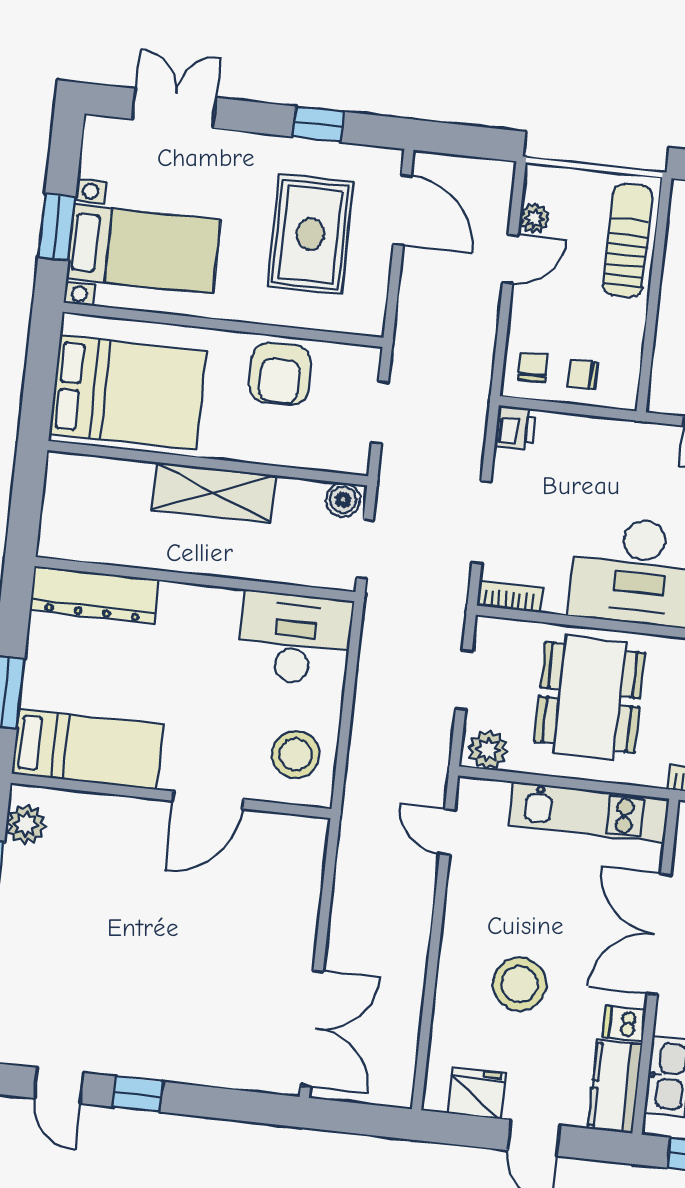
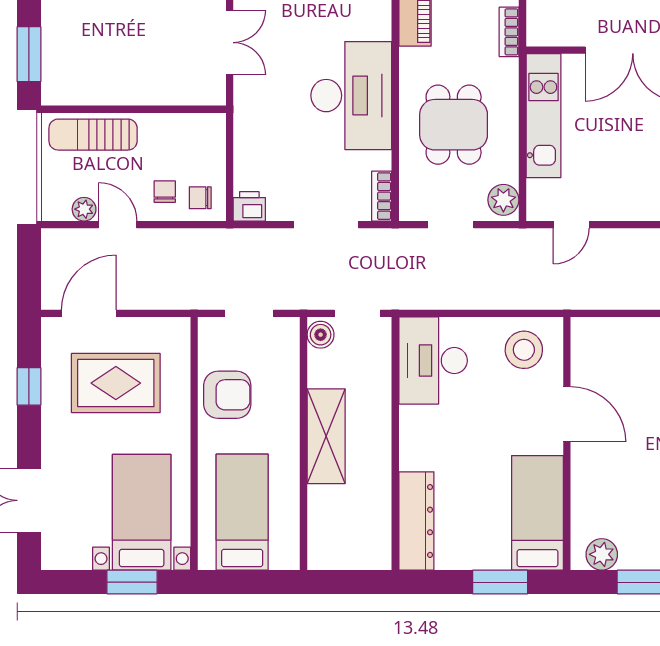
chair: (583, 375) -> (165, 192), moved, turned 180
bed: (128, 392) -> (242, 512), width x0.67
dining table: (590, 697) -> (454, 125), width x0.73

